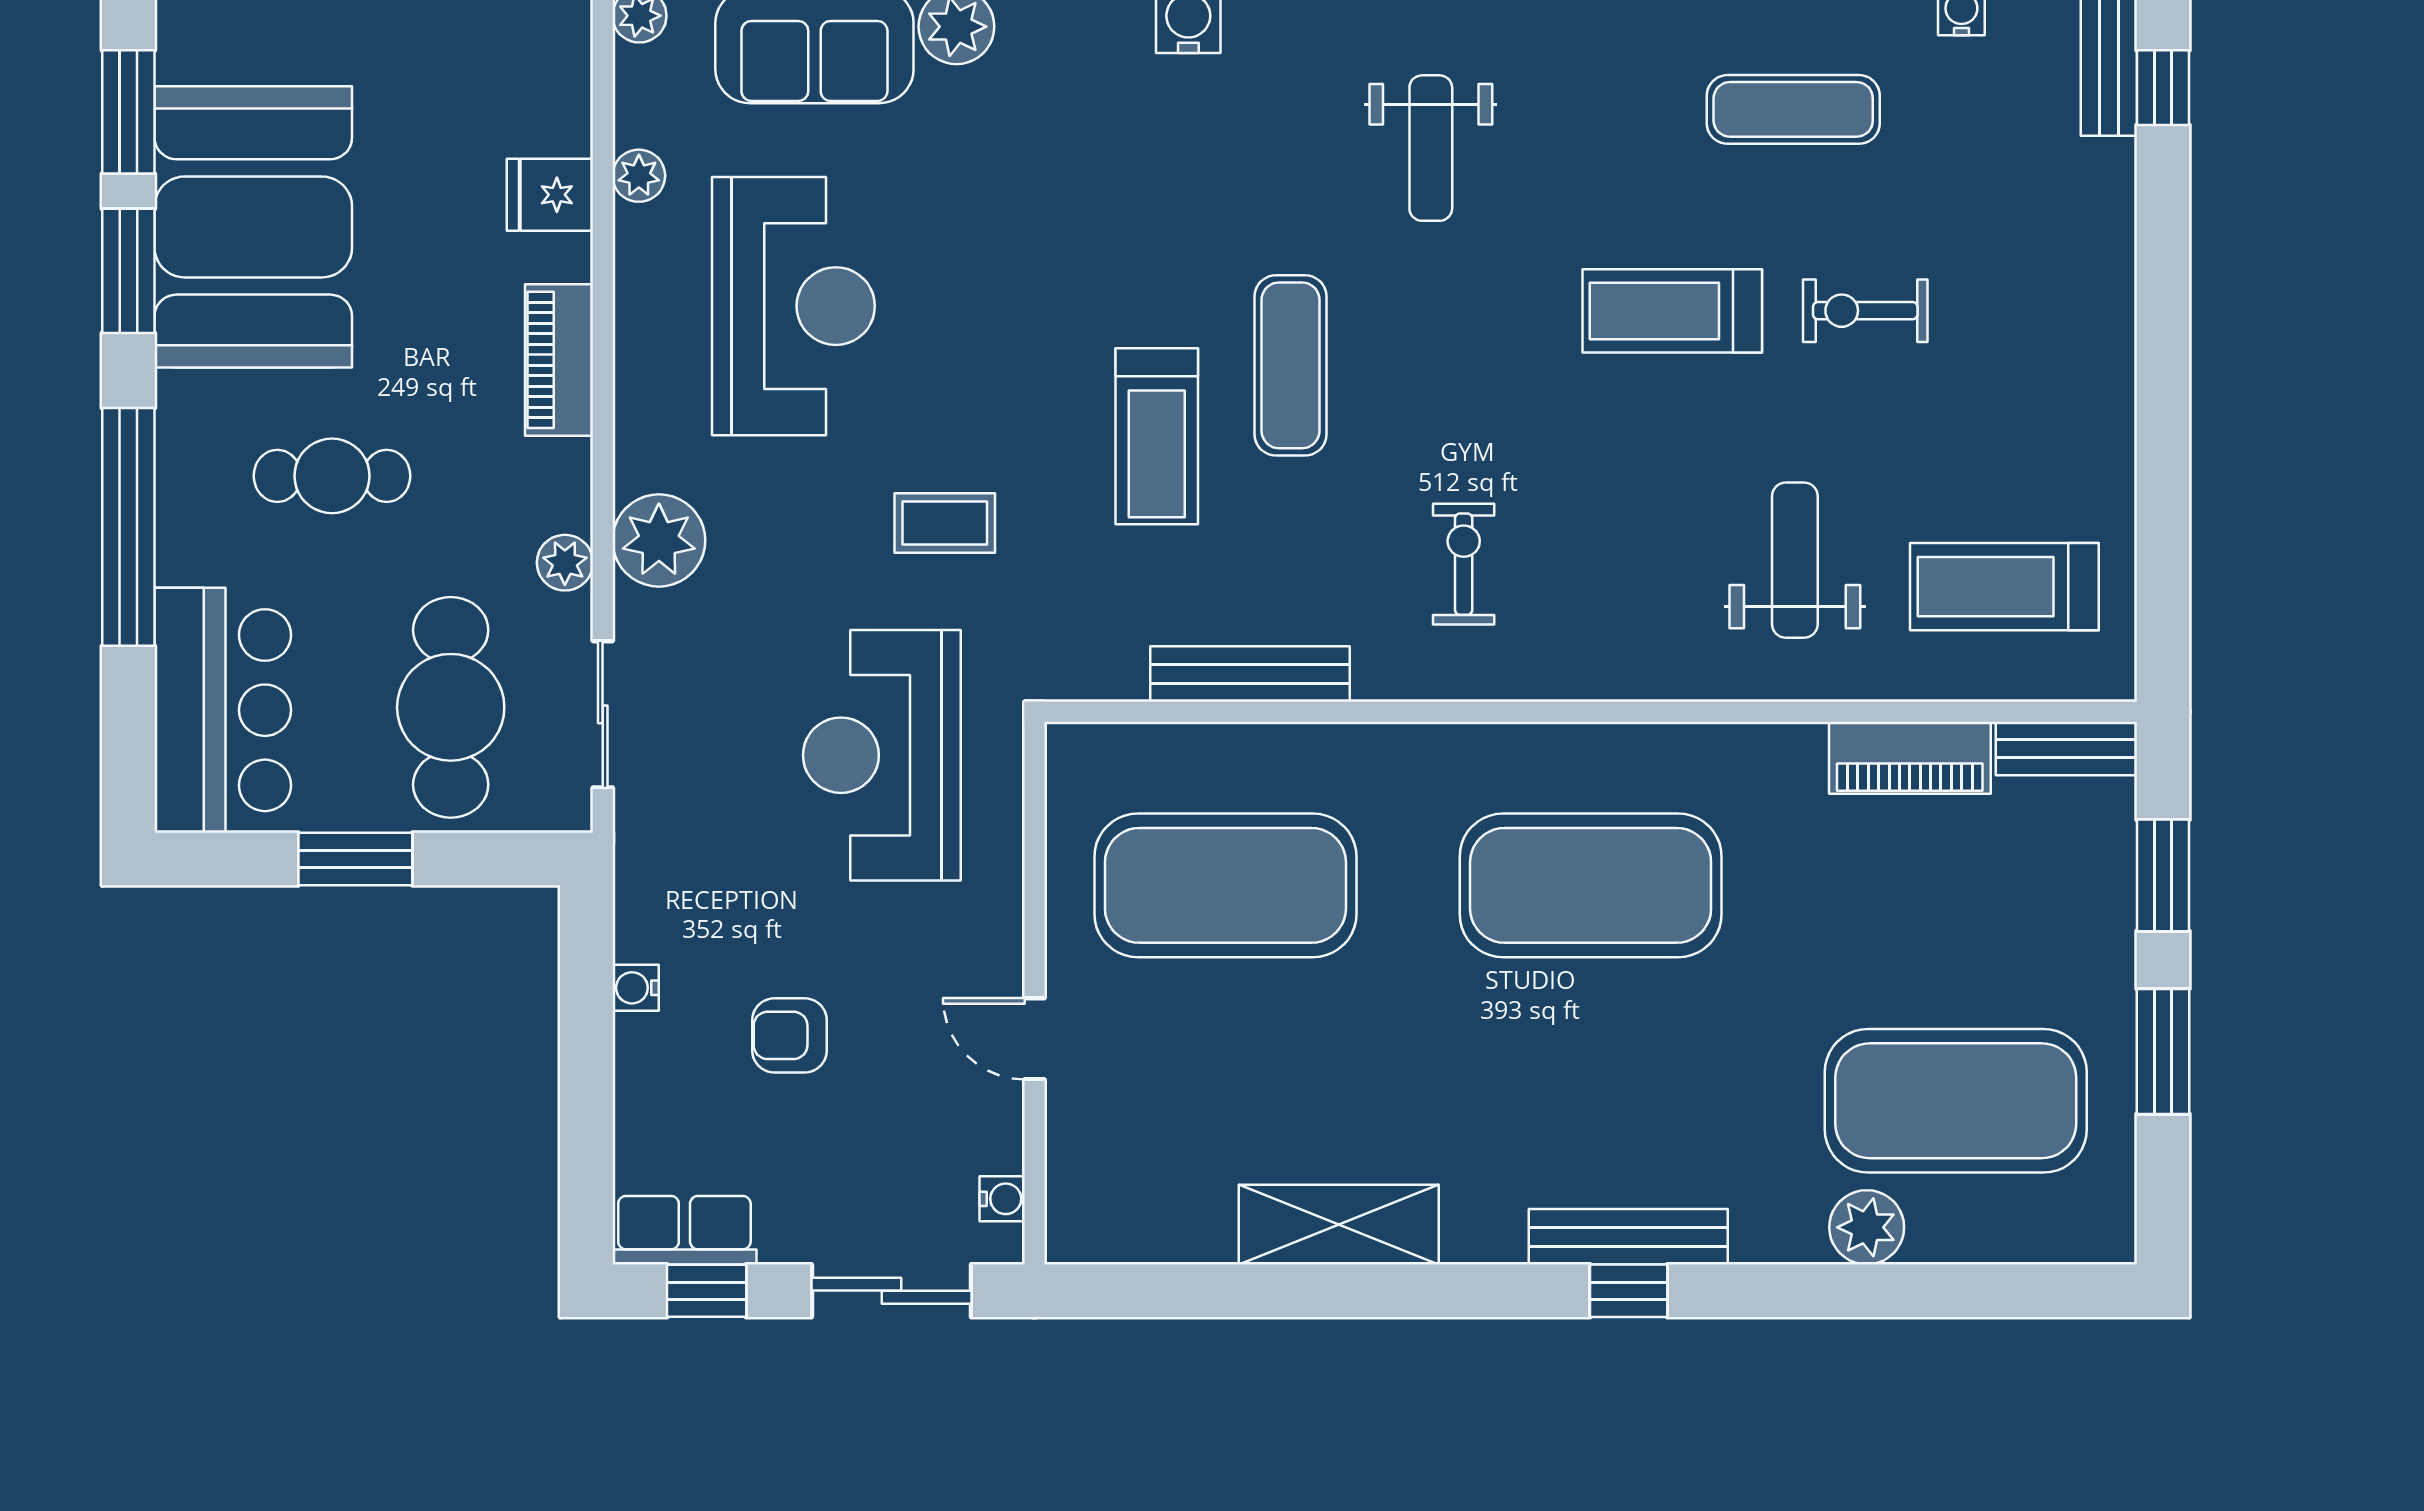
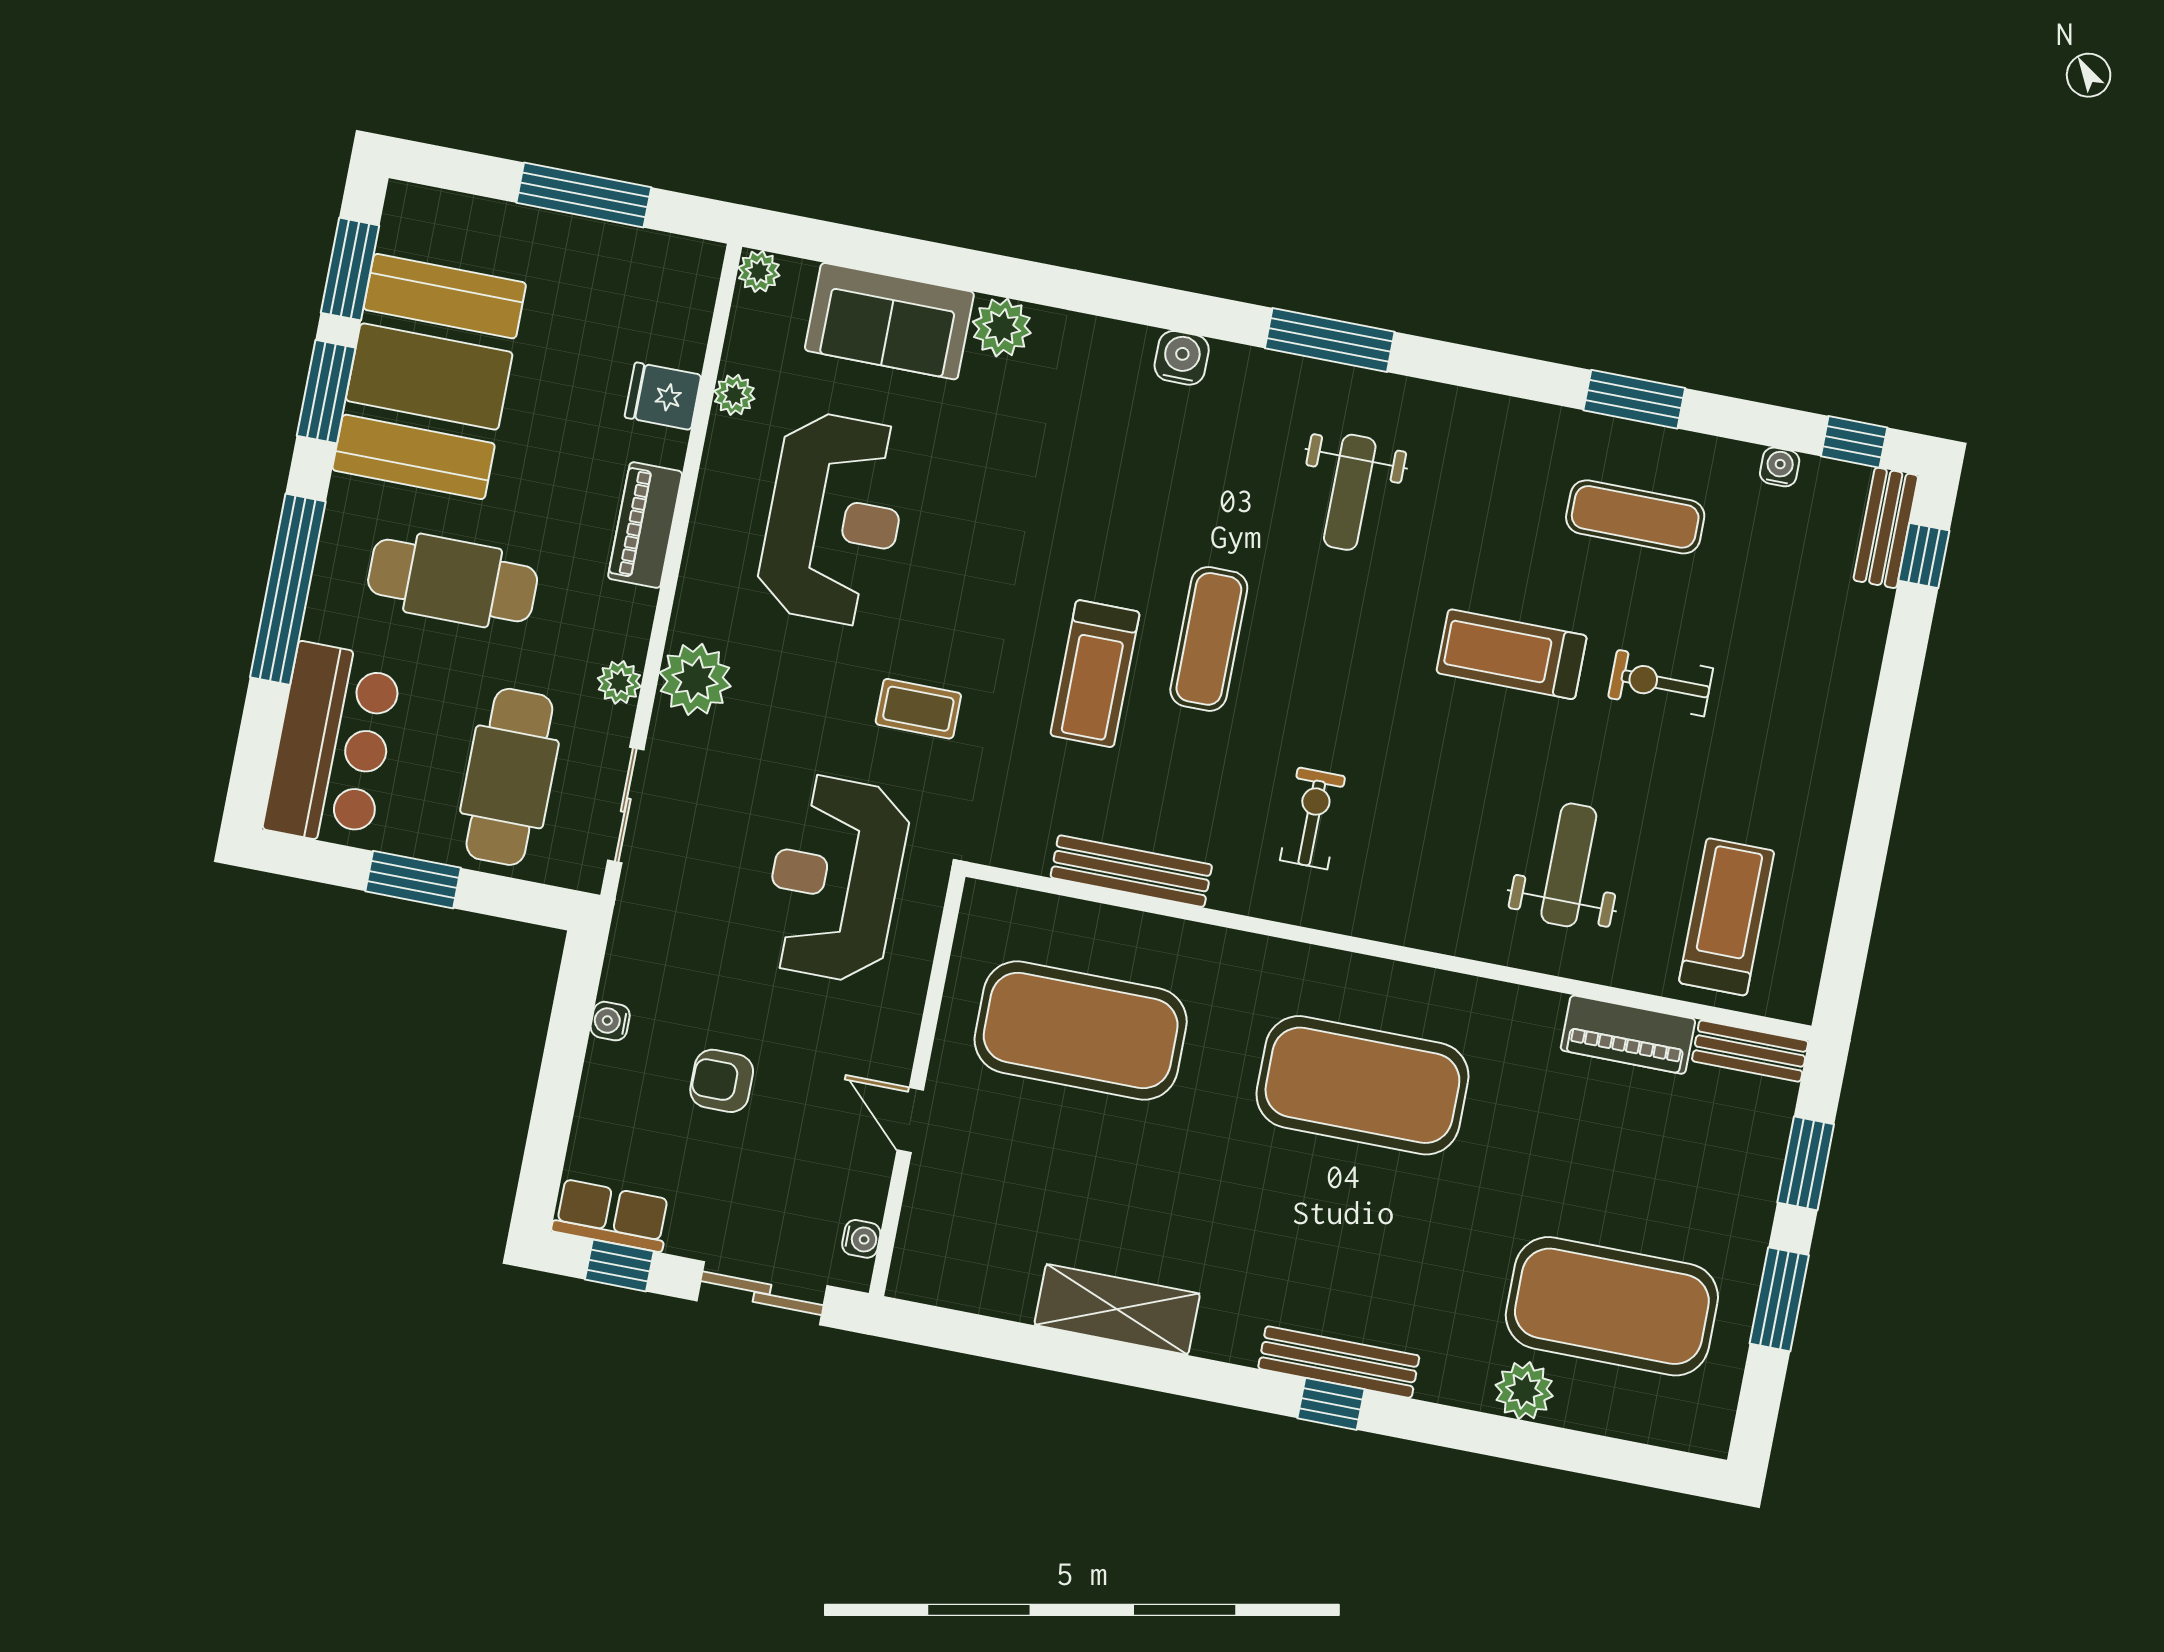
cafe table: (332, 476) -> (453, 580), width x1.37, depth x1.35
treadmill: (2004, 587) -> (1727, 917), turned 90

